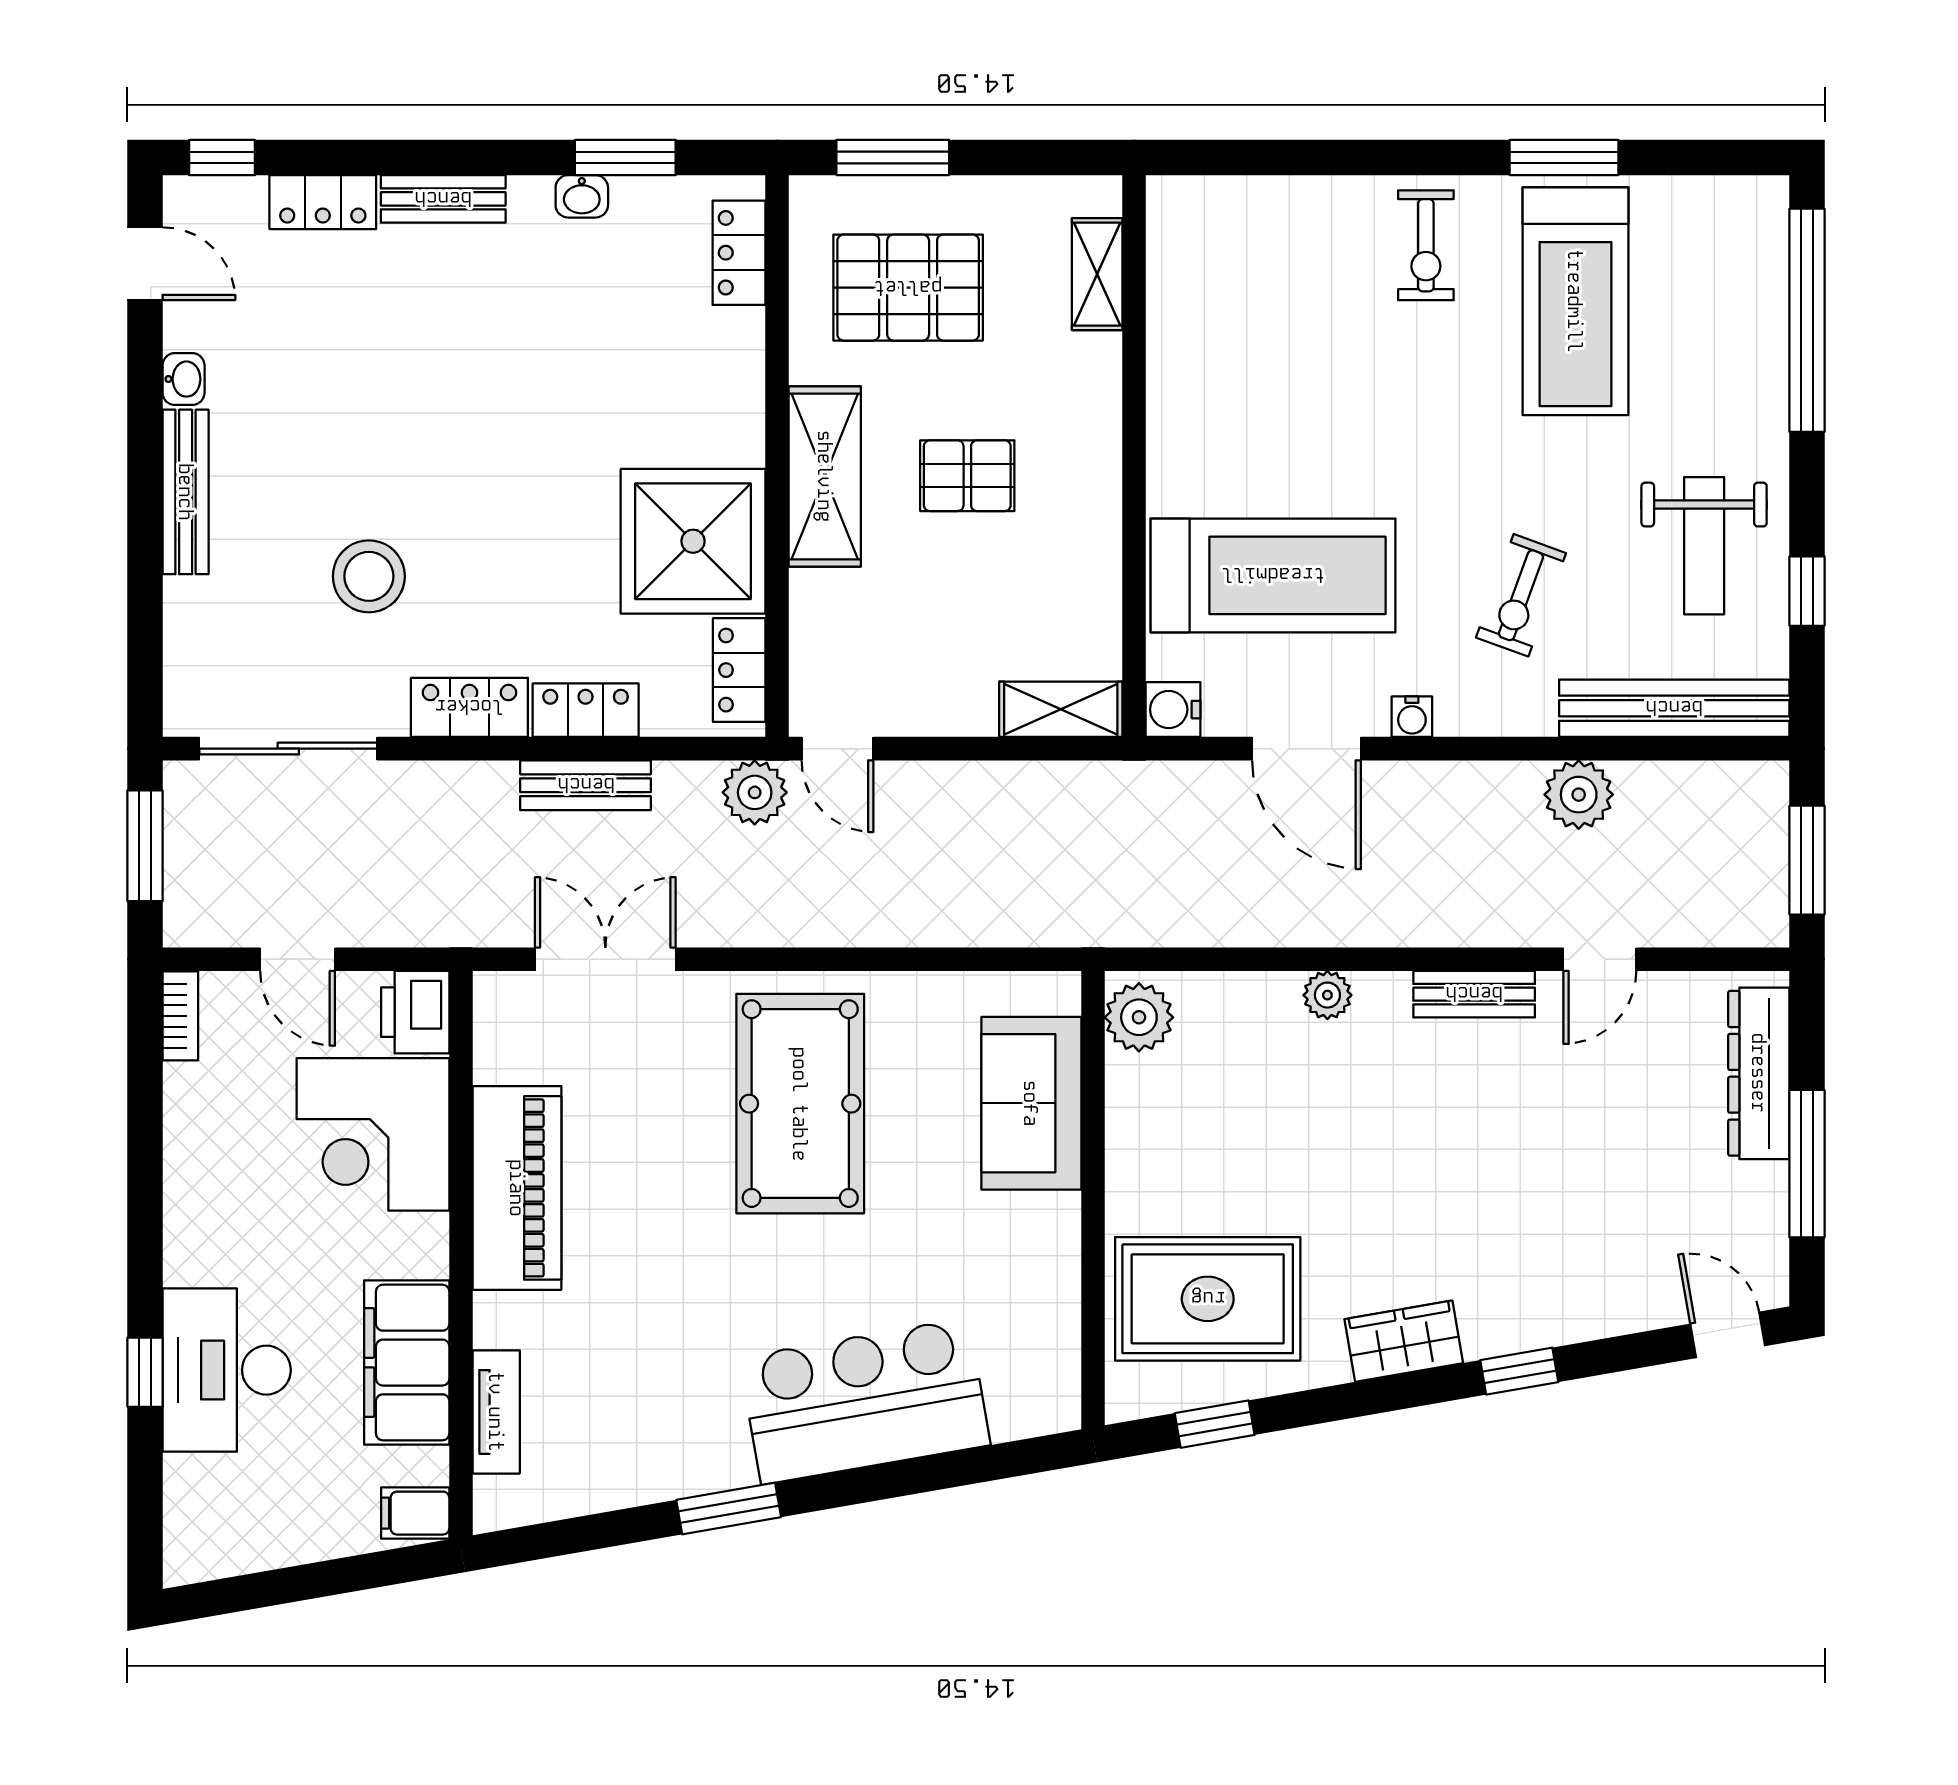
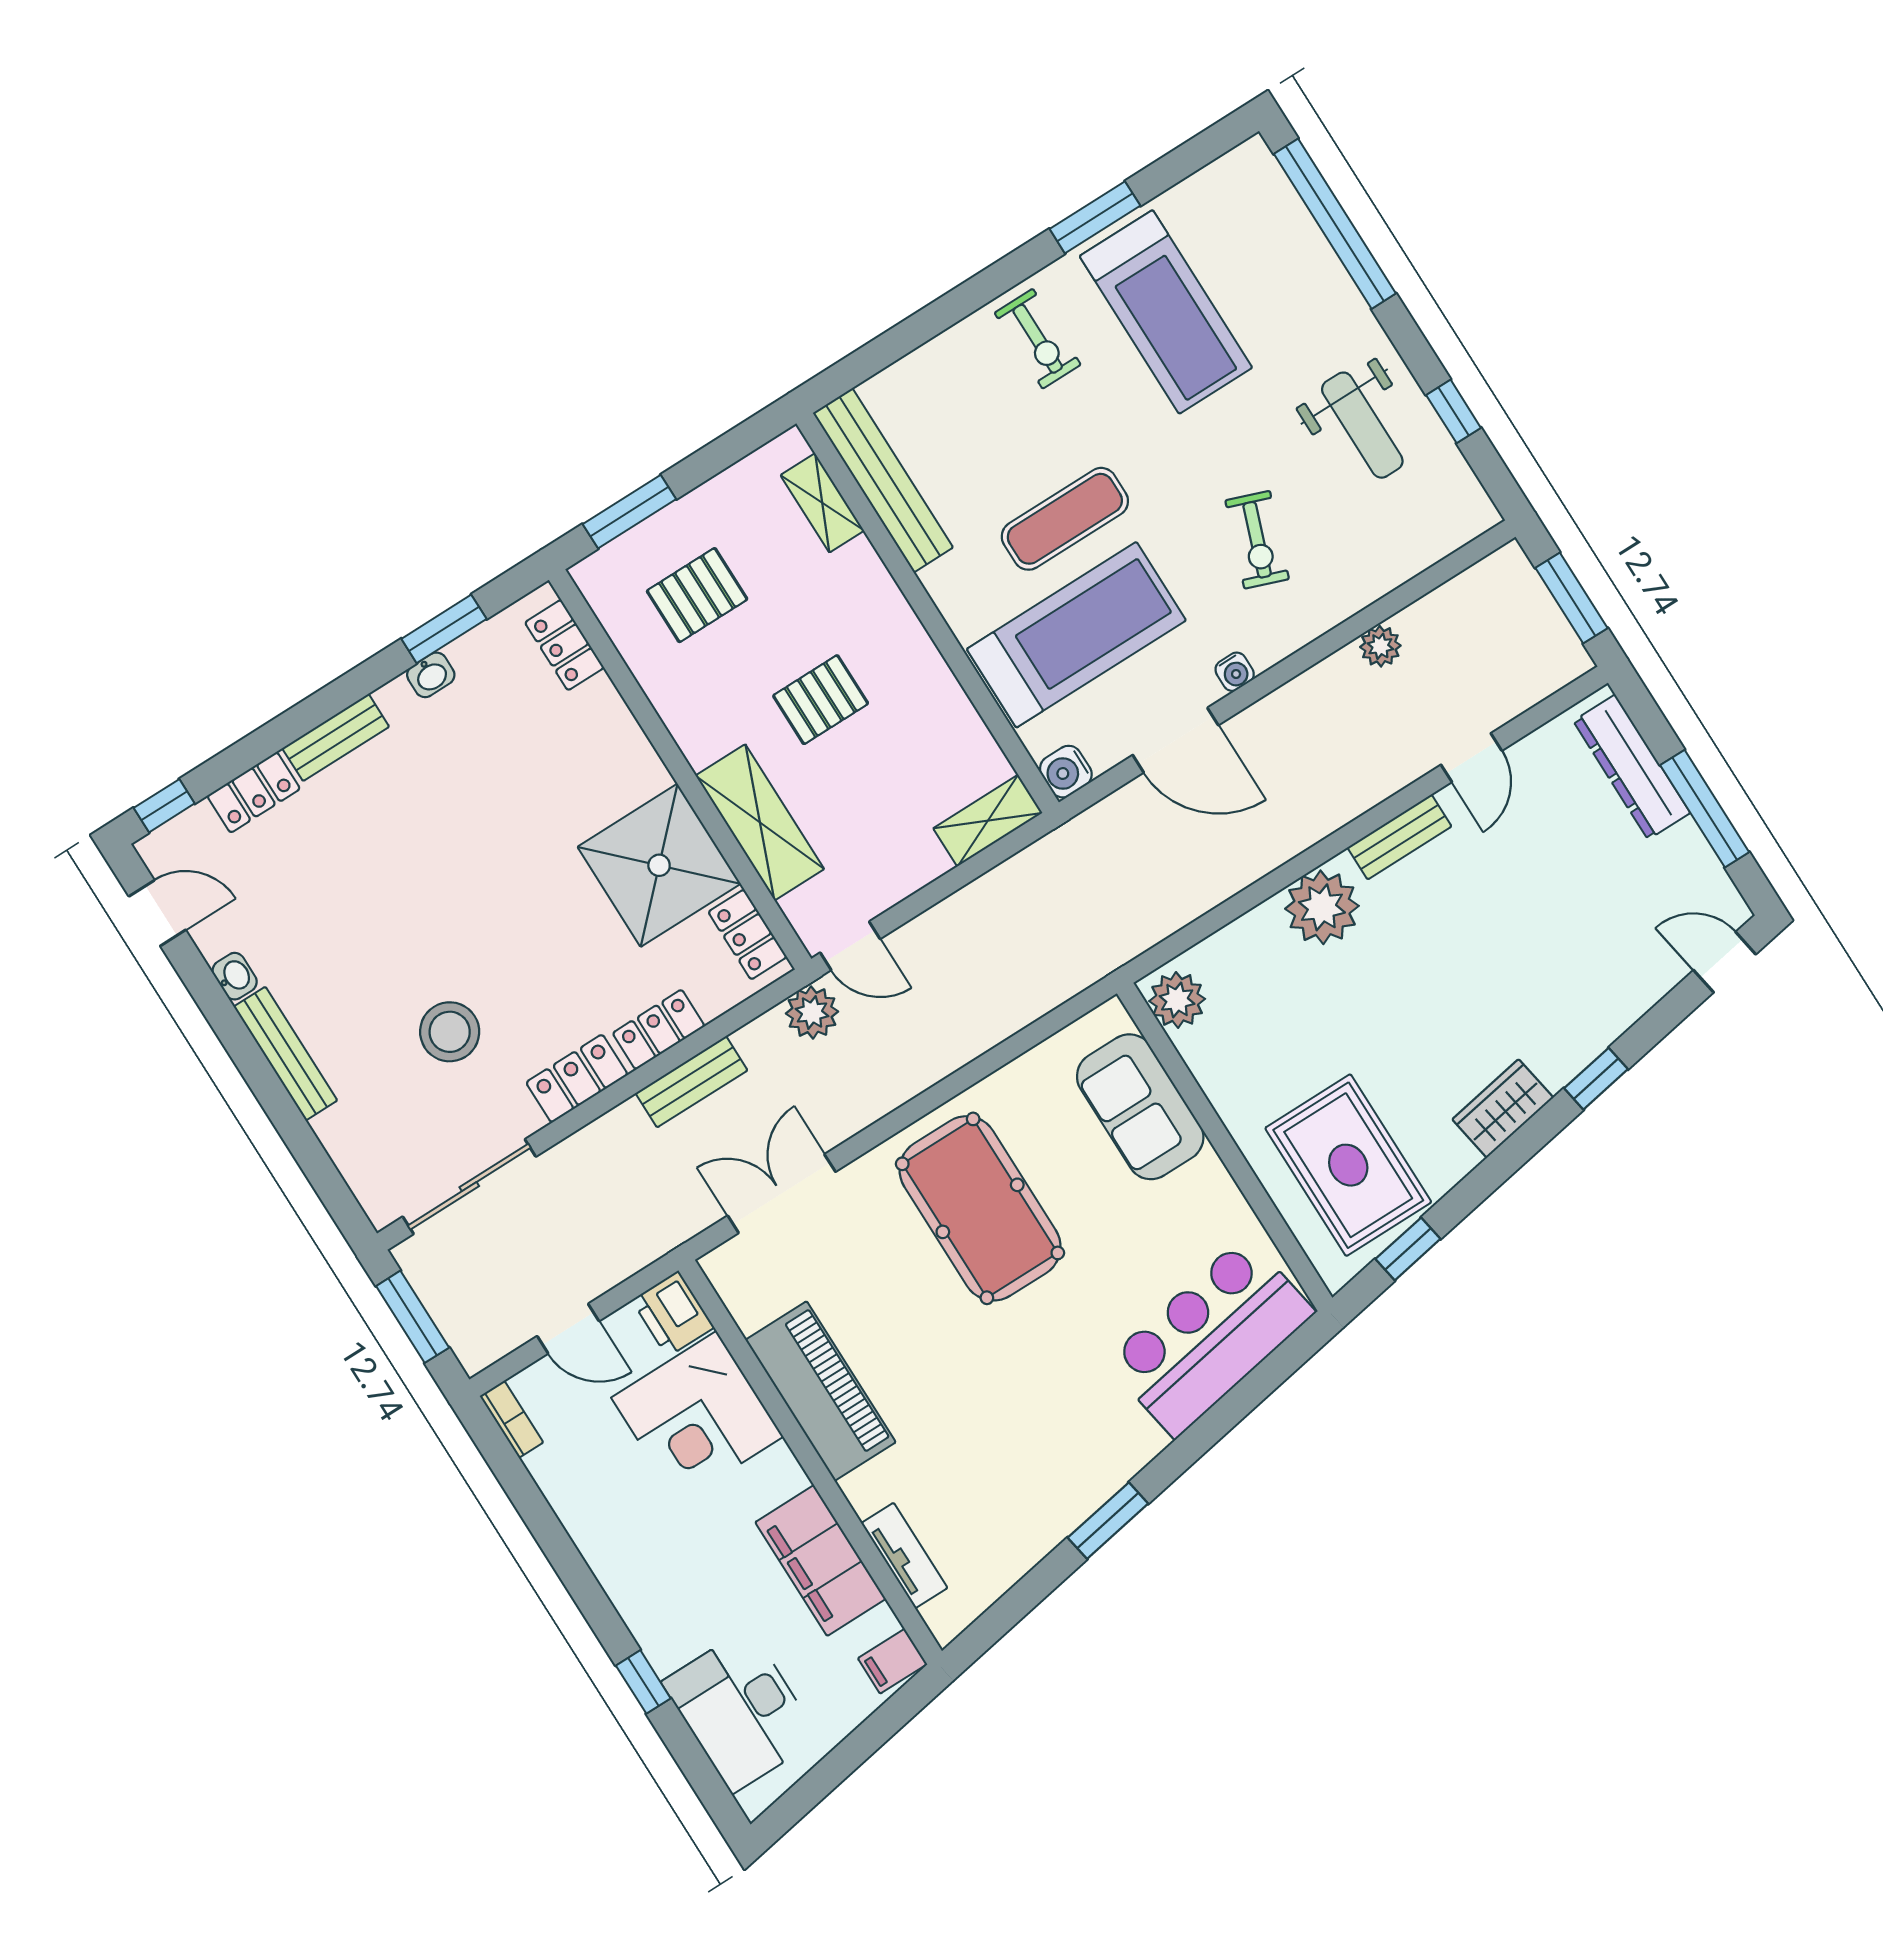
pallet: (908, 288) -> (697, 595), width x0.67, depth x0.71
exercise mat: (1337, 449) -> (1065, 519), added
shelving: (825, 476) -> (760, 822), moved
bench: (1674, 708) -> (883, 480), moved, turned 90
plant: (1579, 795) -> (1380, 646), width x0.73, depth x0.73
plant: (1327, 995) -> (1322, 907), width x1.88, depth x1.88
rug: (1208, 1299) -> (1348, 1165), turned 90
desk: (227, 1370) -> (741, 1710), moved
bar counter: (865, 1401) -> (1210, 1337), moved

